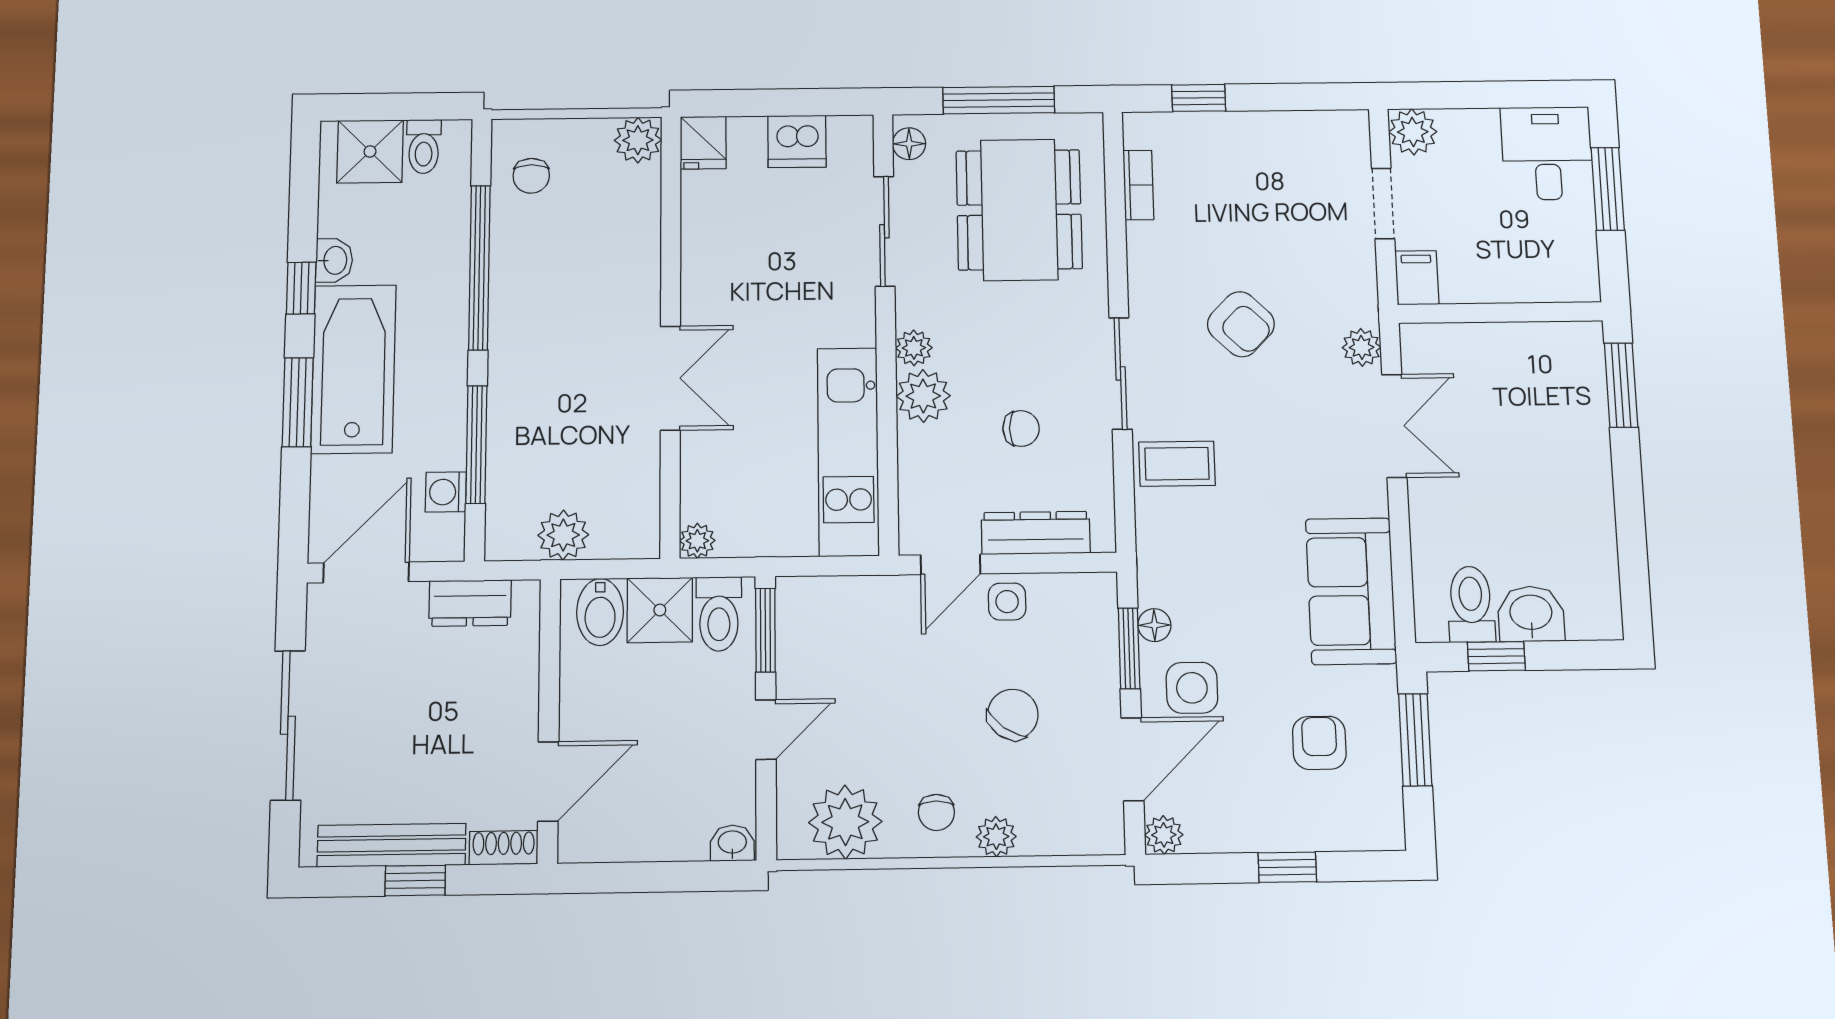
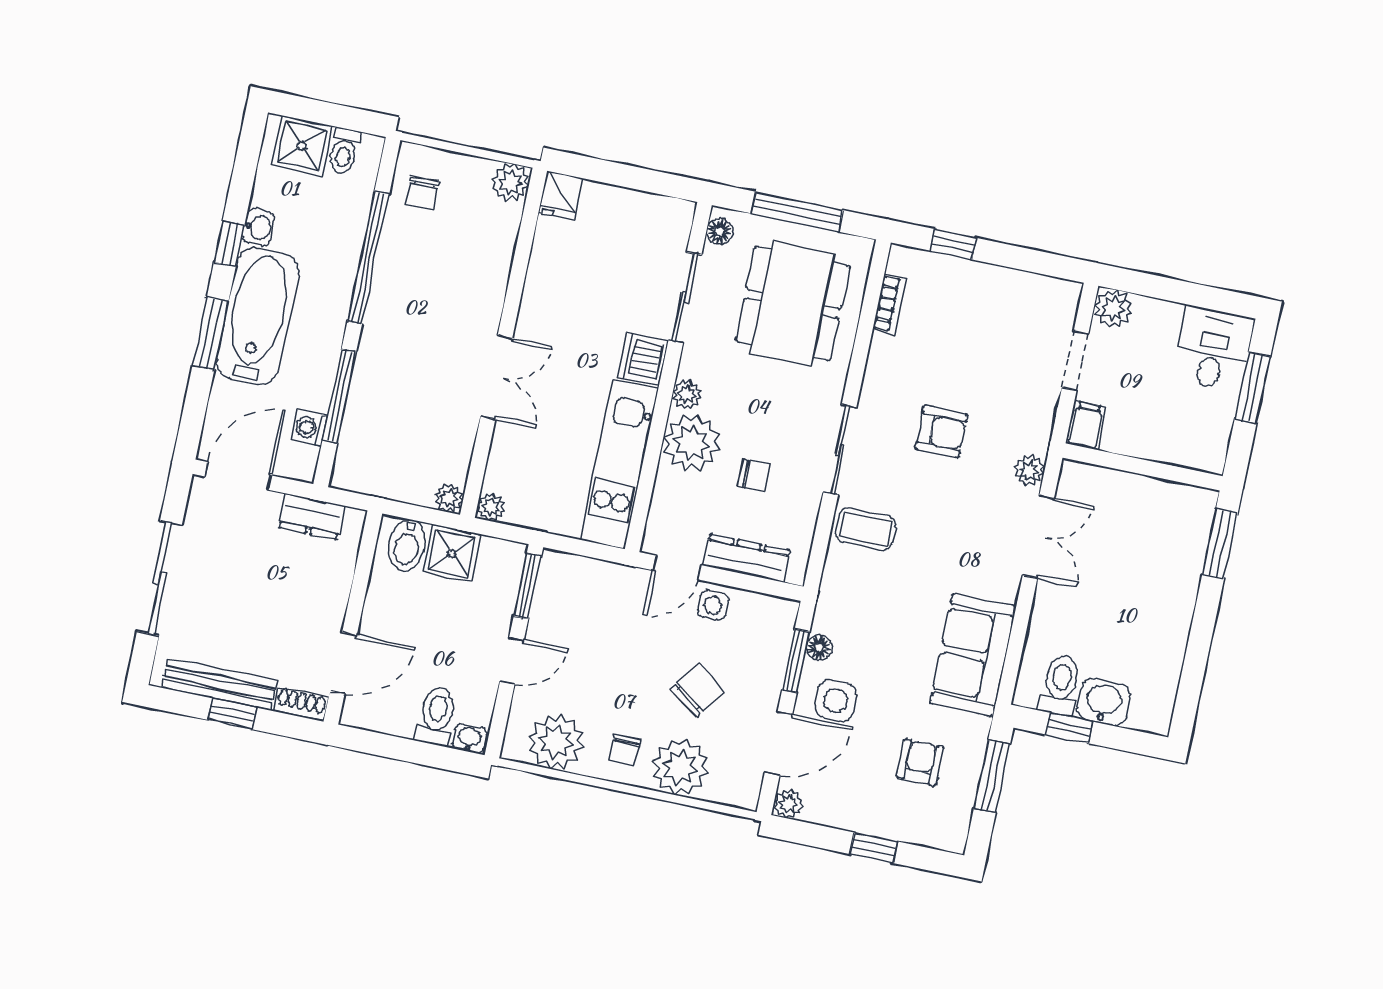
dishwasher: (797, 141) -> (643, 359), moved, turned 90
armchair: (1241, 324) -> (941, 432), turned -44
plant: (923, 396) -> (692, 443), width x1.36, depth x1.36
plant: (563, 535) -> (449, 498), moved, width x0.73, depth x0.73
toilet: (719, 614) -> (437, 716), moved, turned 180
plant: (996, 837) -> (680, 767), width x1.88, depth x1.88

